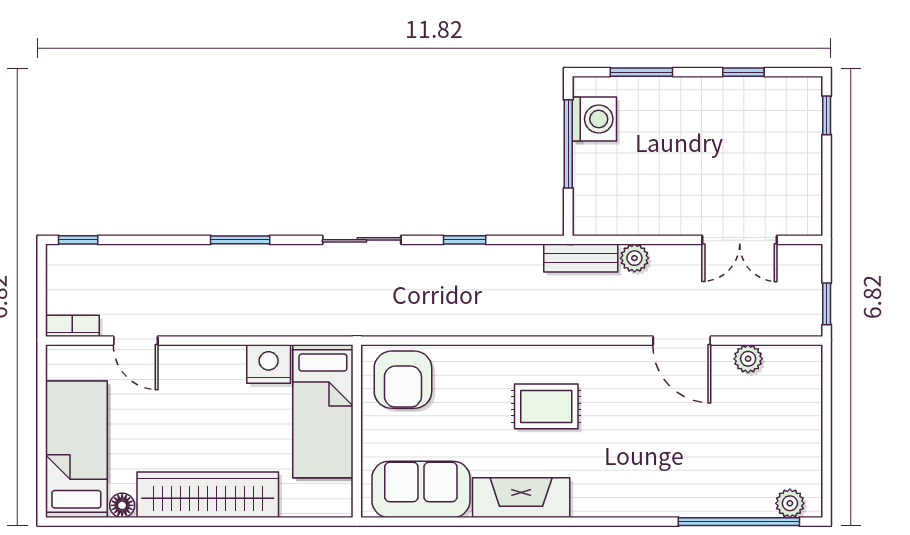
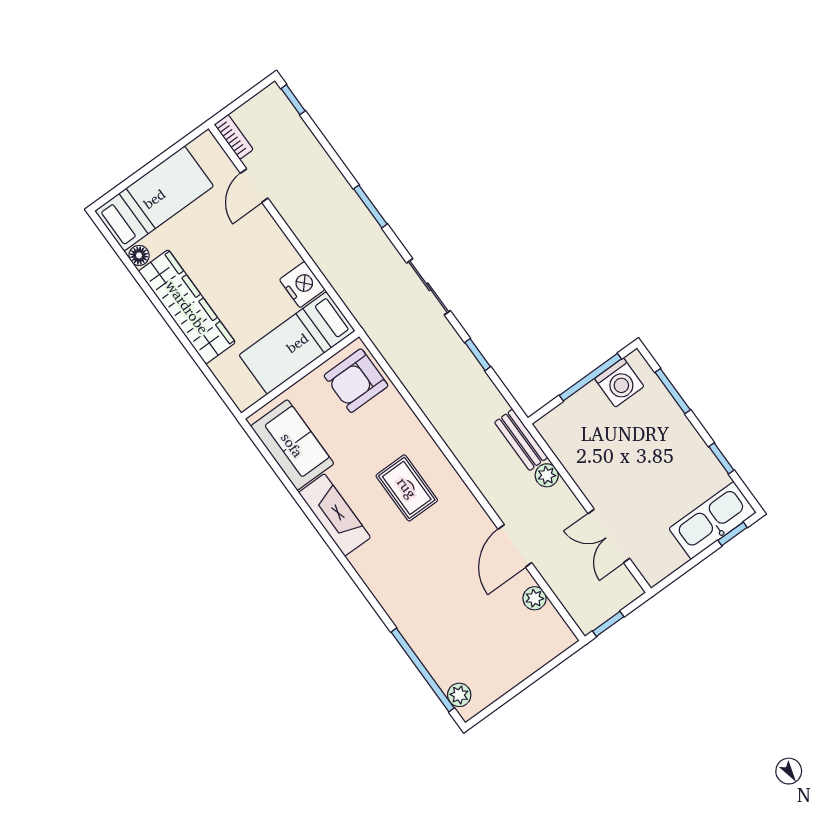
kitchen sink: (799, 126) -> (713, 520), added

